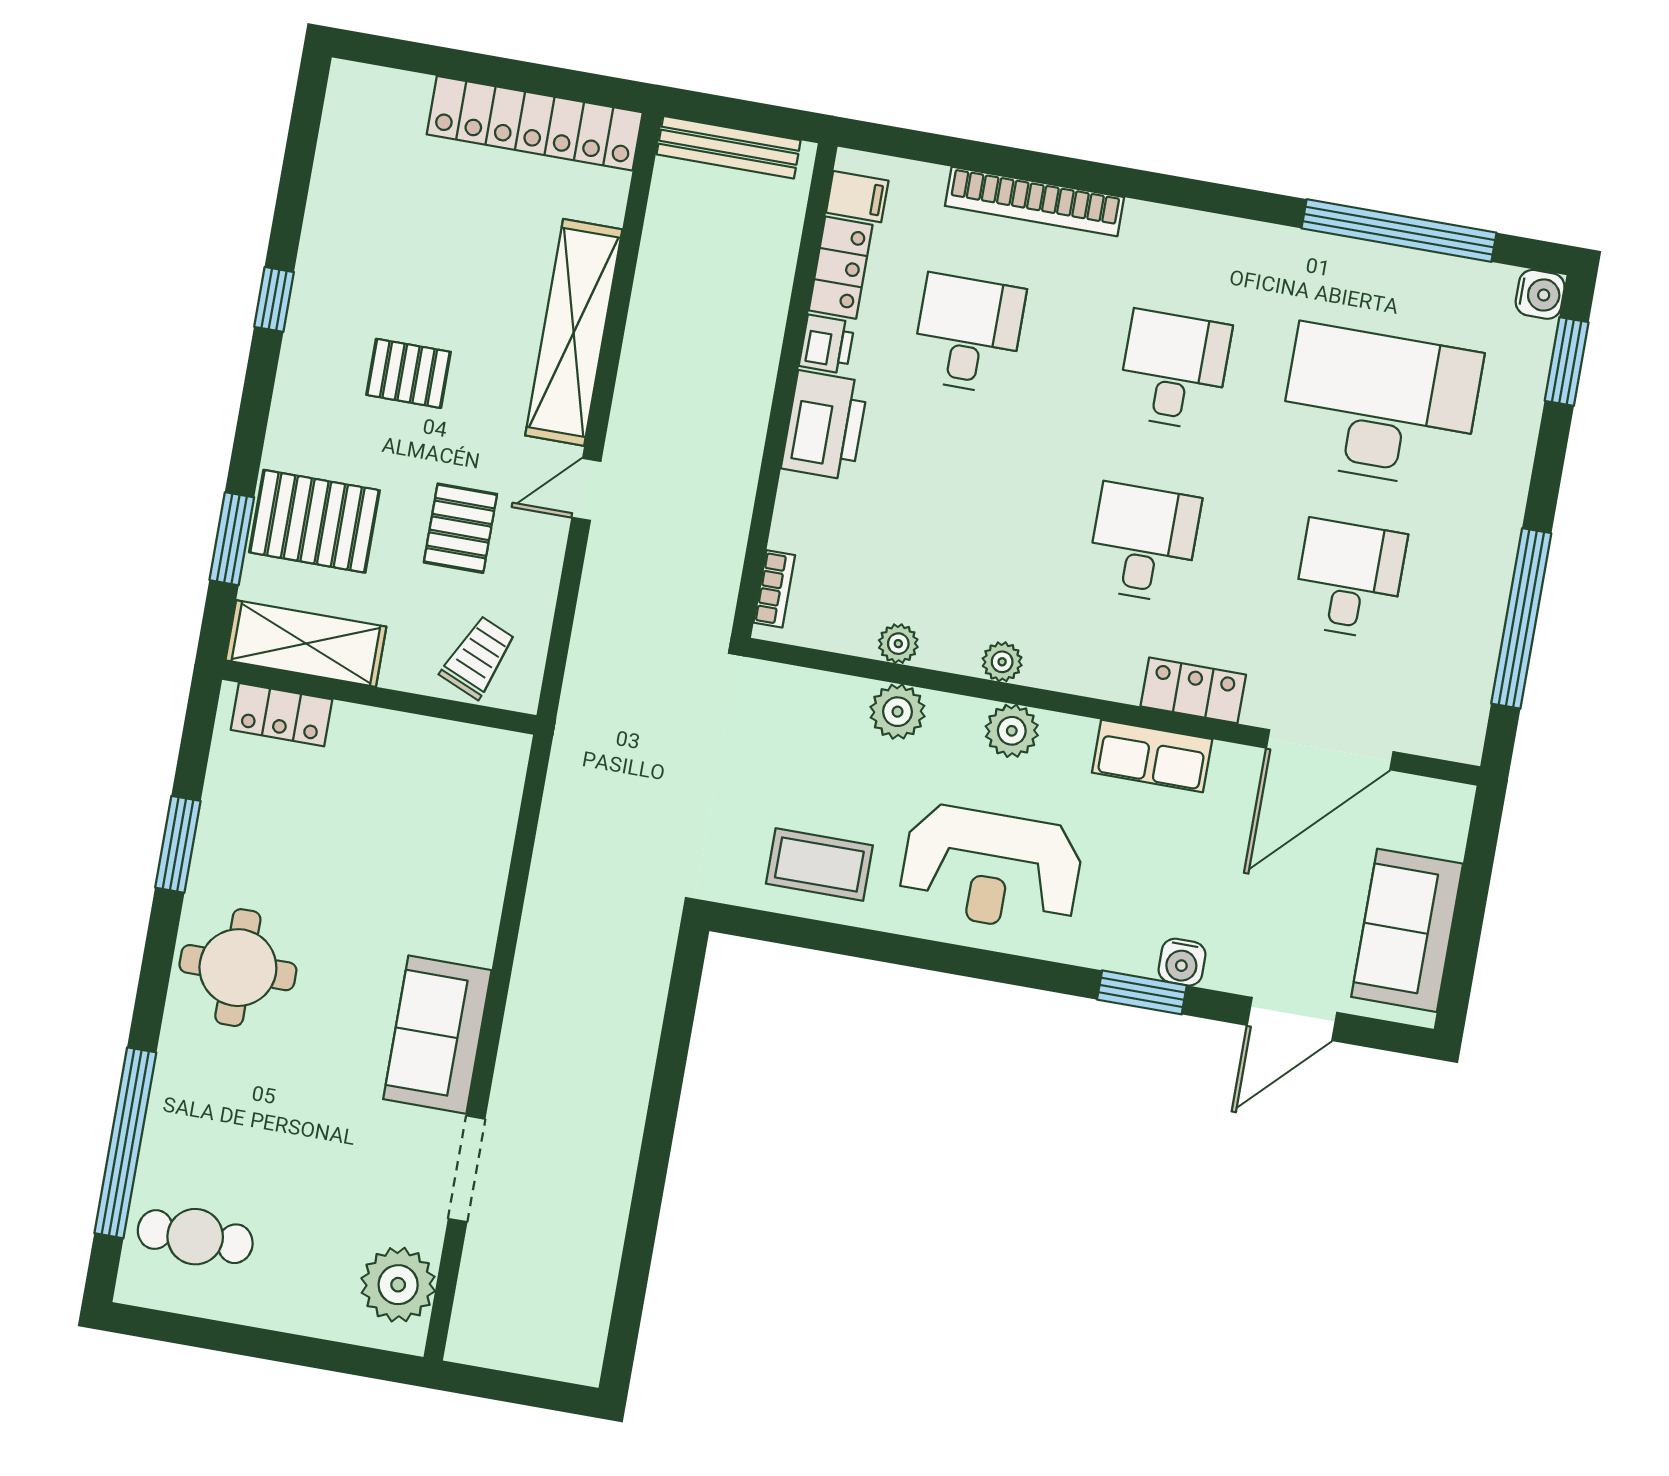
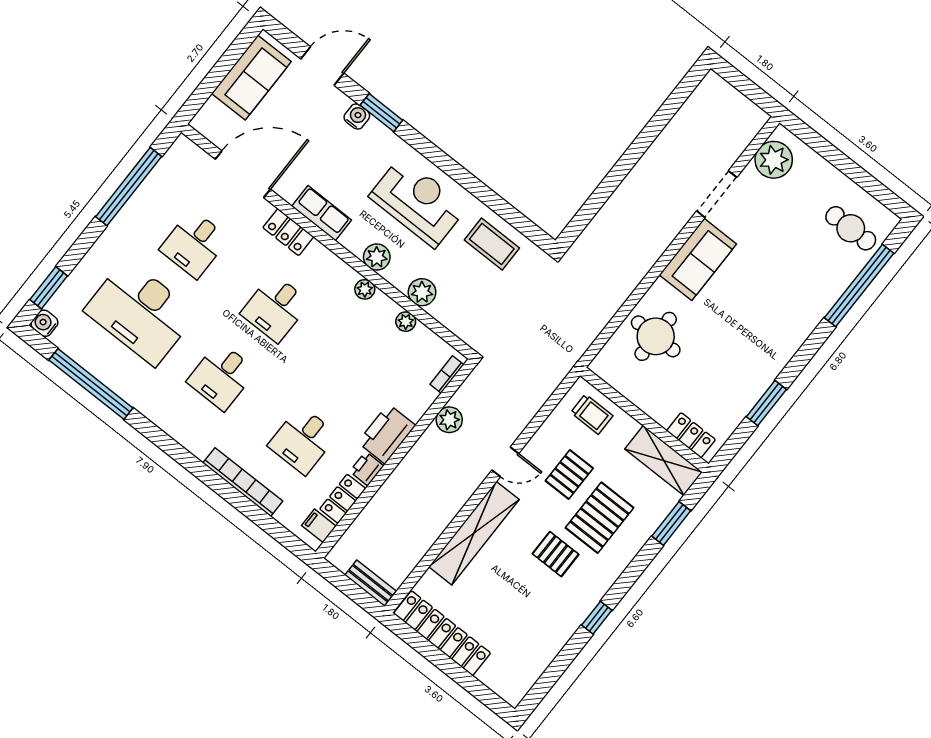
bench: (729, 147) -> (370, 583), width x0.73
plant: (727, 511) -> (449, 420), added
pallet: (314, 521) -> (600, 518), moved, turned 90
trolley: (478, 657) -> (592, 414), turned -113
round table: (238, 968) -> (656, 336), moved

